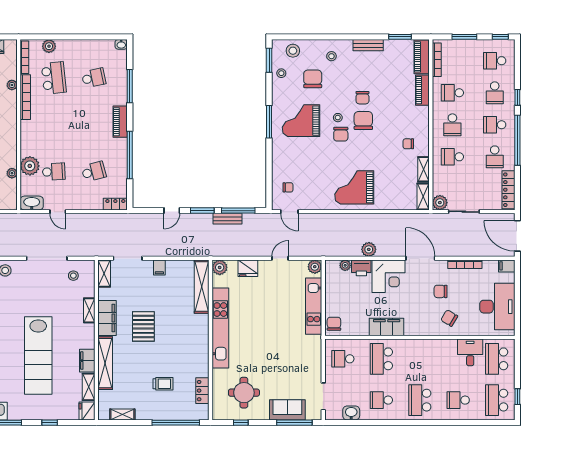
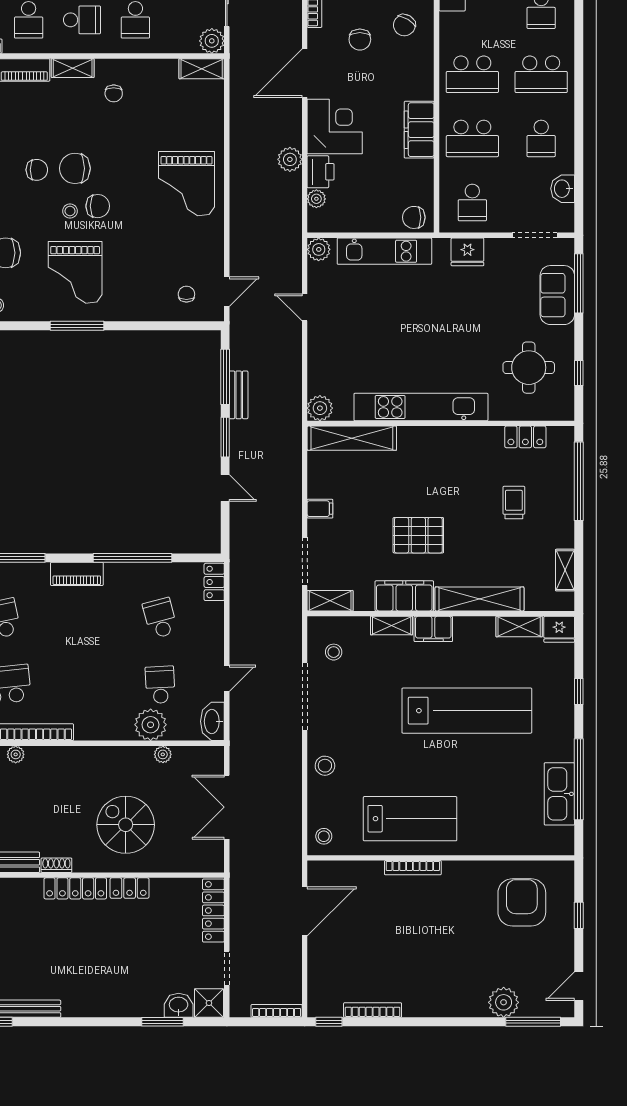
shelving: (424, 169) -> (73, 68), moved
fridge: (248, 268) -> (467, 252), moved, turned 90
school desk: (420, 359) -> (472, 74), added
filing cabinet: (87, 361) -> (433, 629), moved

